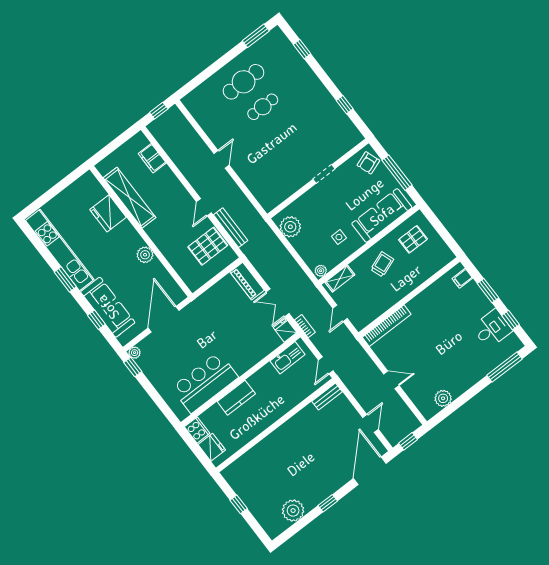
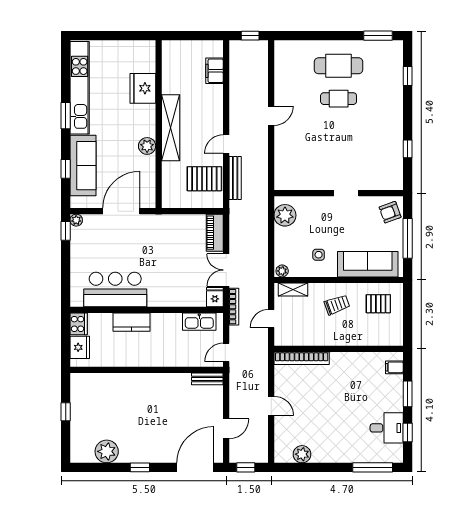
shelving: (130, 198) -> (171, 128), moved
bookcase: (305, 326) -> (234, 307), width x1.56

